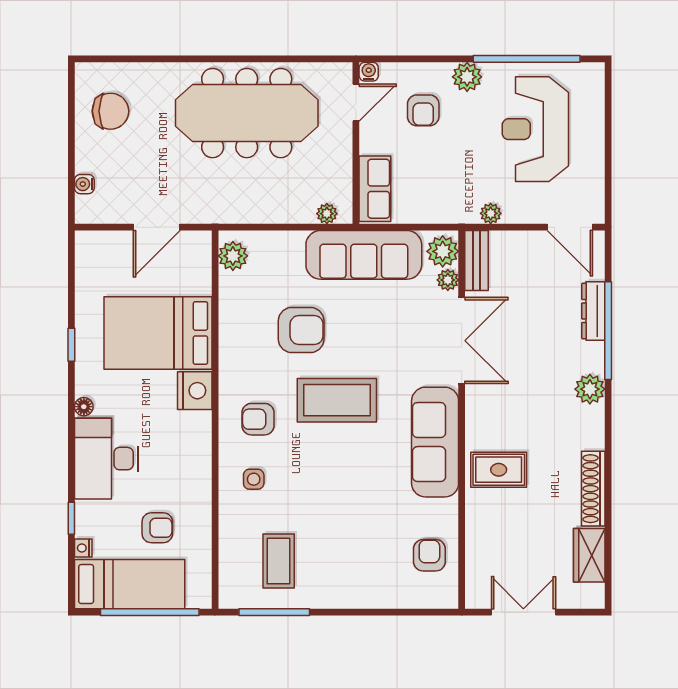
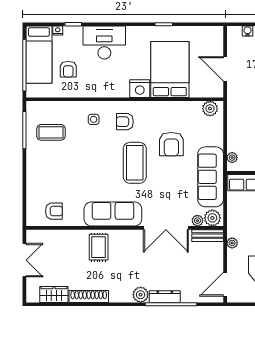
dresser: (593, 311) -> (165, 297), moved
floor lamp: (84, 407) -> (131, 31), removed
armchair: (258, 419) -> (125, 122), turned -90

